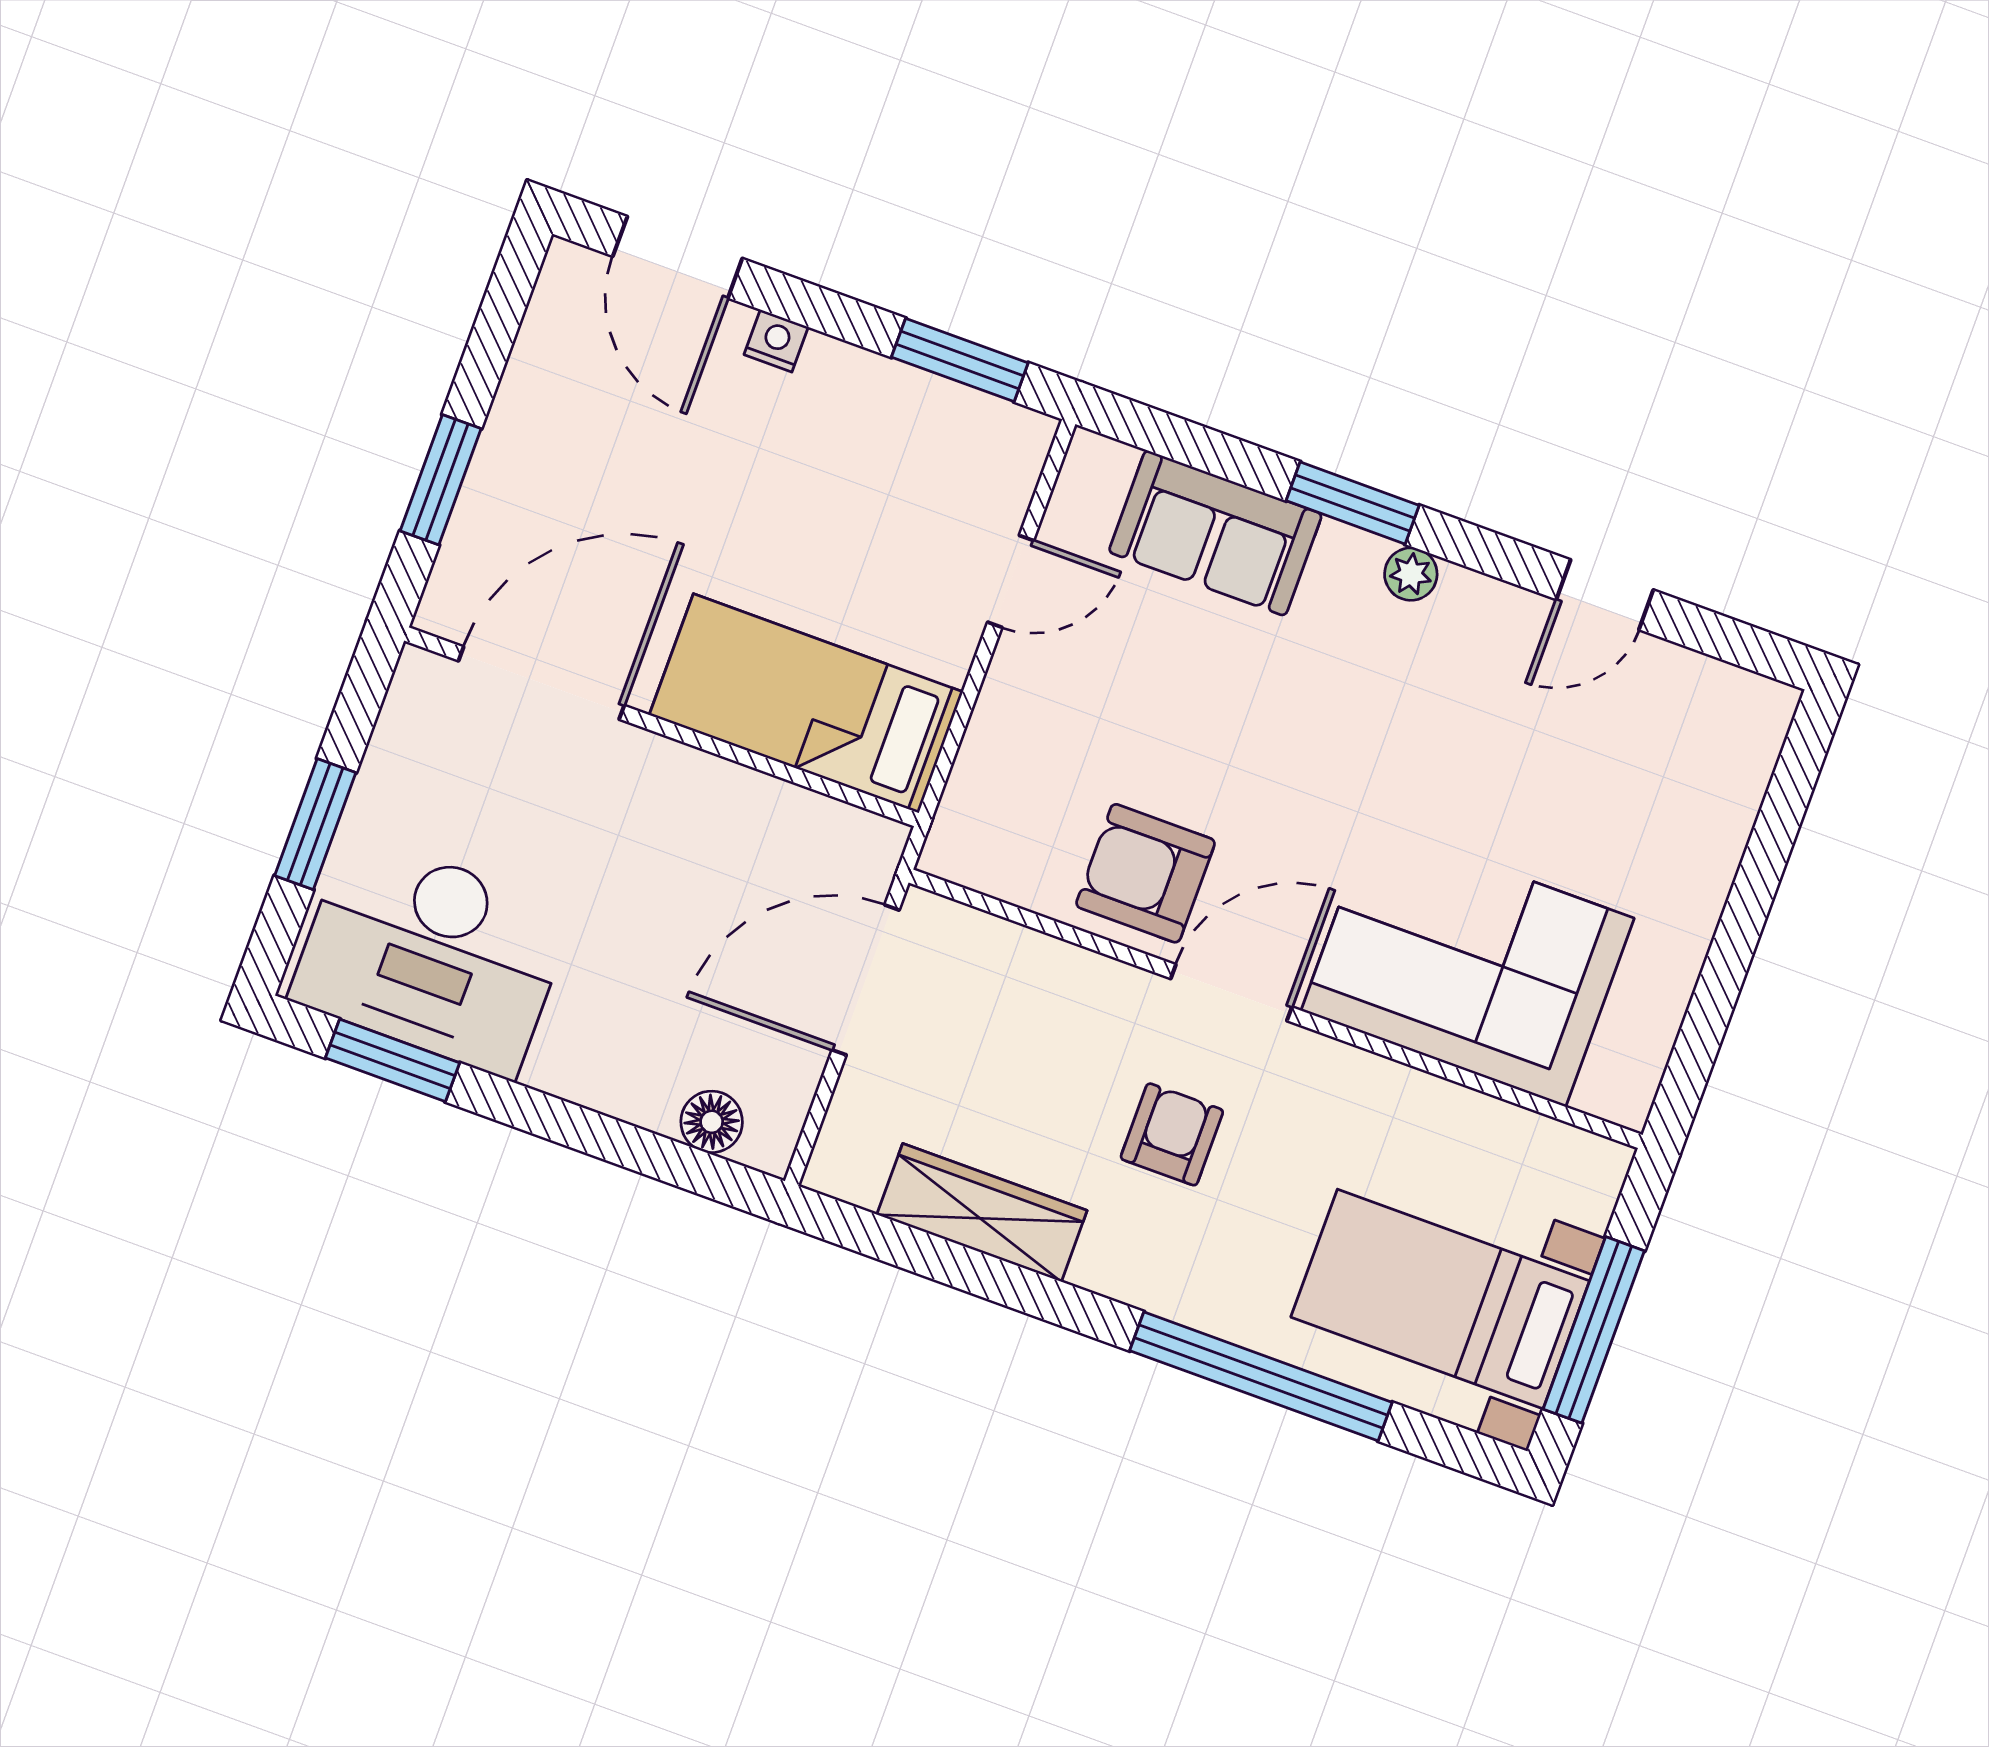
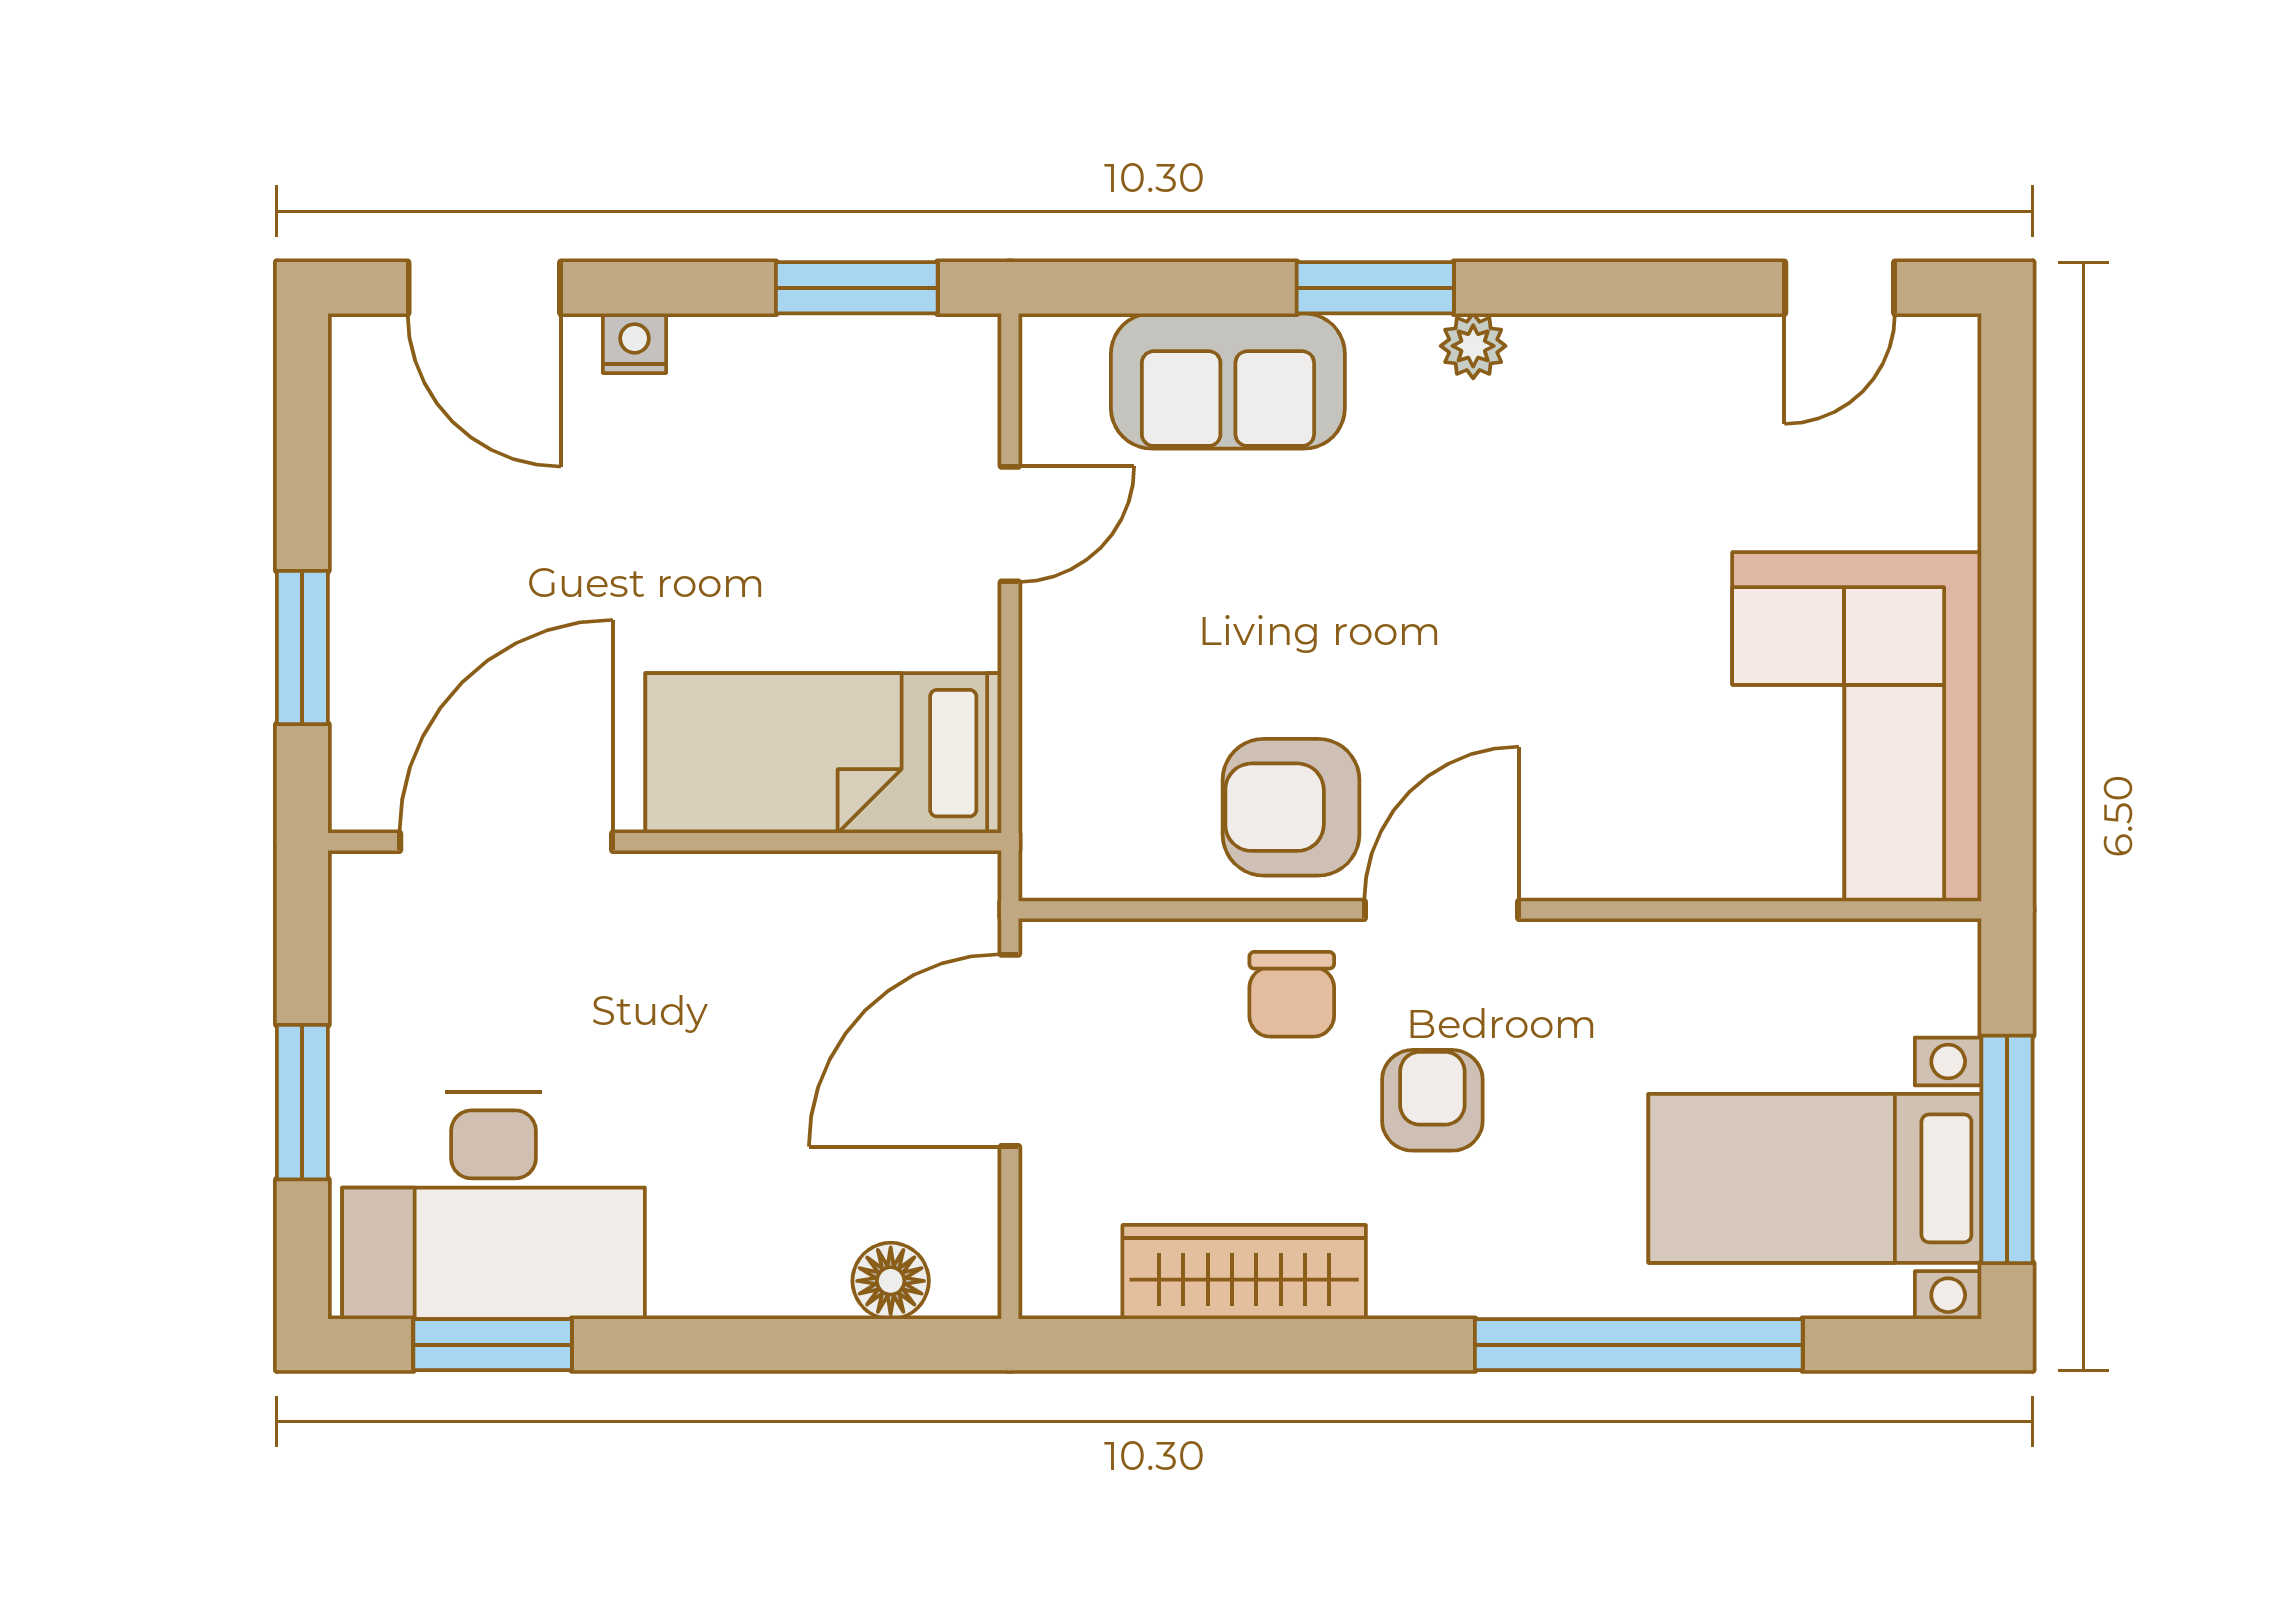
door: (1605, 595) -> (1840, 288), moved
corner sofa: (1468, 964) -> (1857, 727), moved, turned -90
chair: (1095, 1015) -> (1292, 994), added

